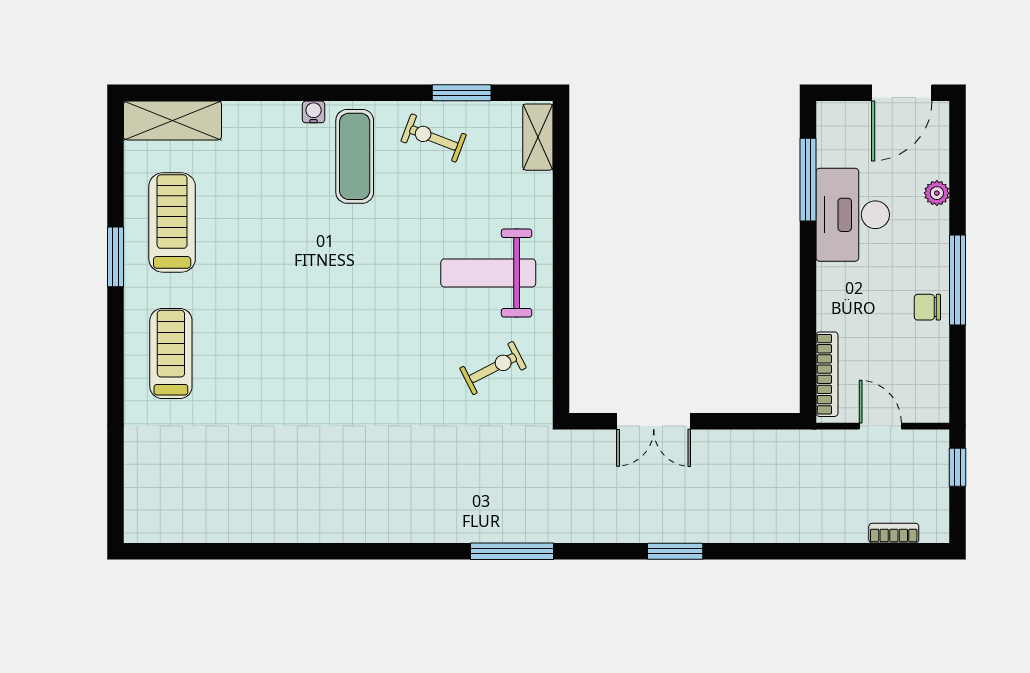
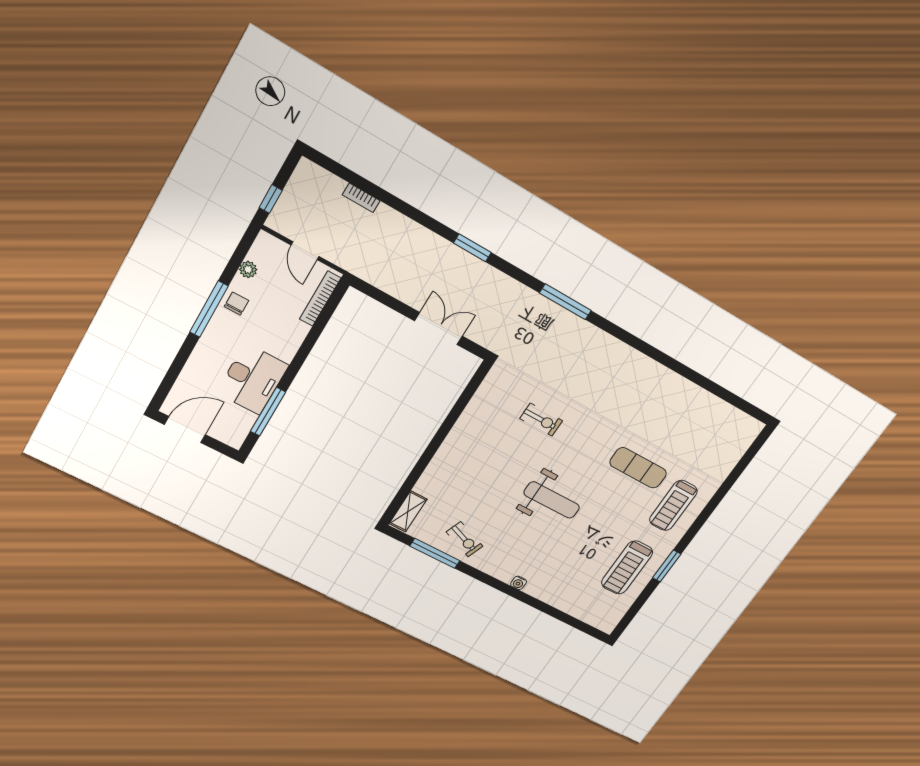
window: (462, 93) -> (435, 553), width x1.44
shelving: (173, 120) -> (592, 614), removed
exercise mat: (355, 156) -> (638, 468), moved, turned 90
plant: (937, 193) -> (248, 269), moved
weight bench: (488, 273) -> (552, 500), moved
chair: (927, 307) -> (236, 304), turned -90
exercise bike: (493, 368) -> (541, 420), moved, turned -153
bookcase: (894, 533) -> (361, 198), moved

